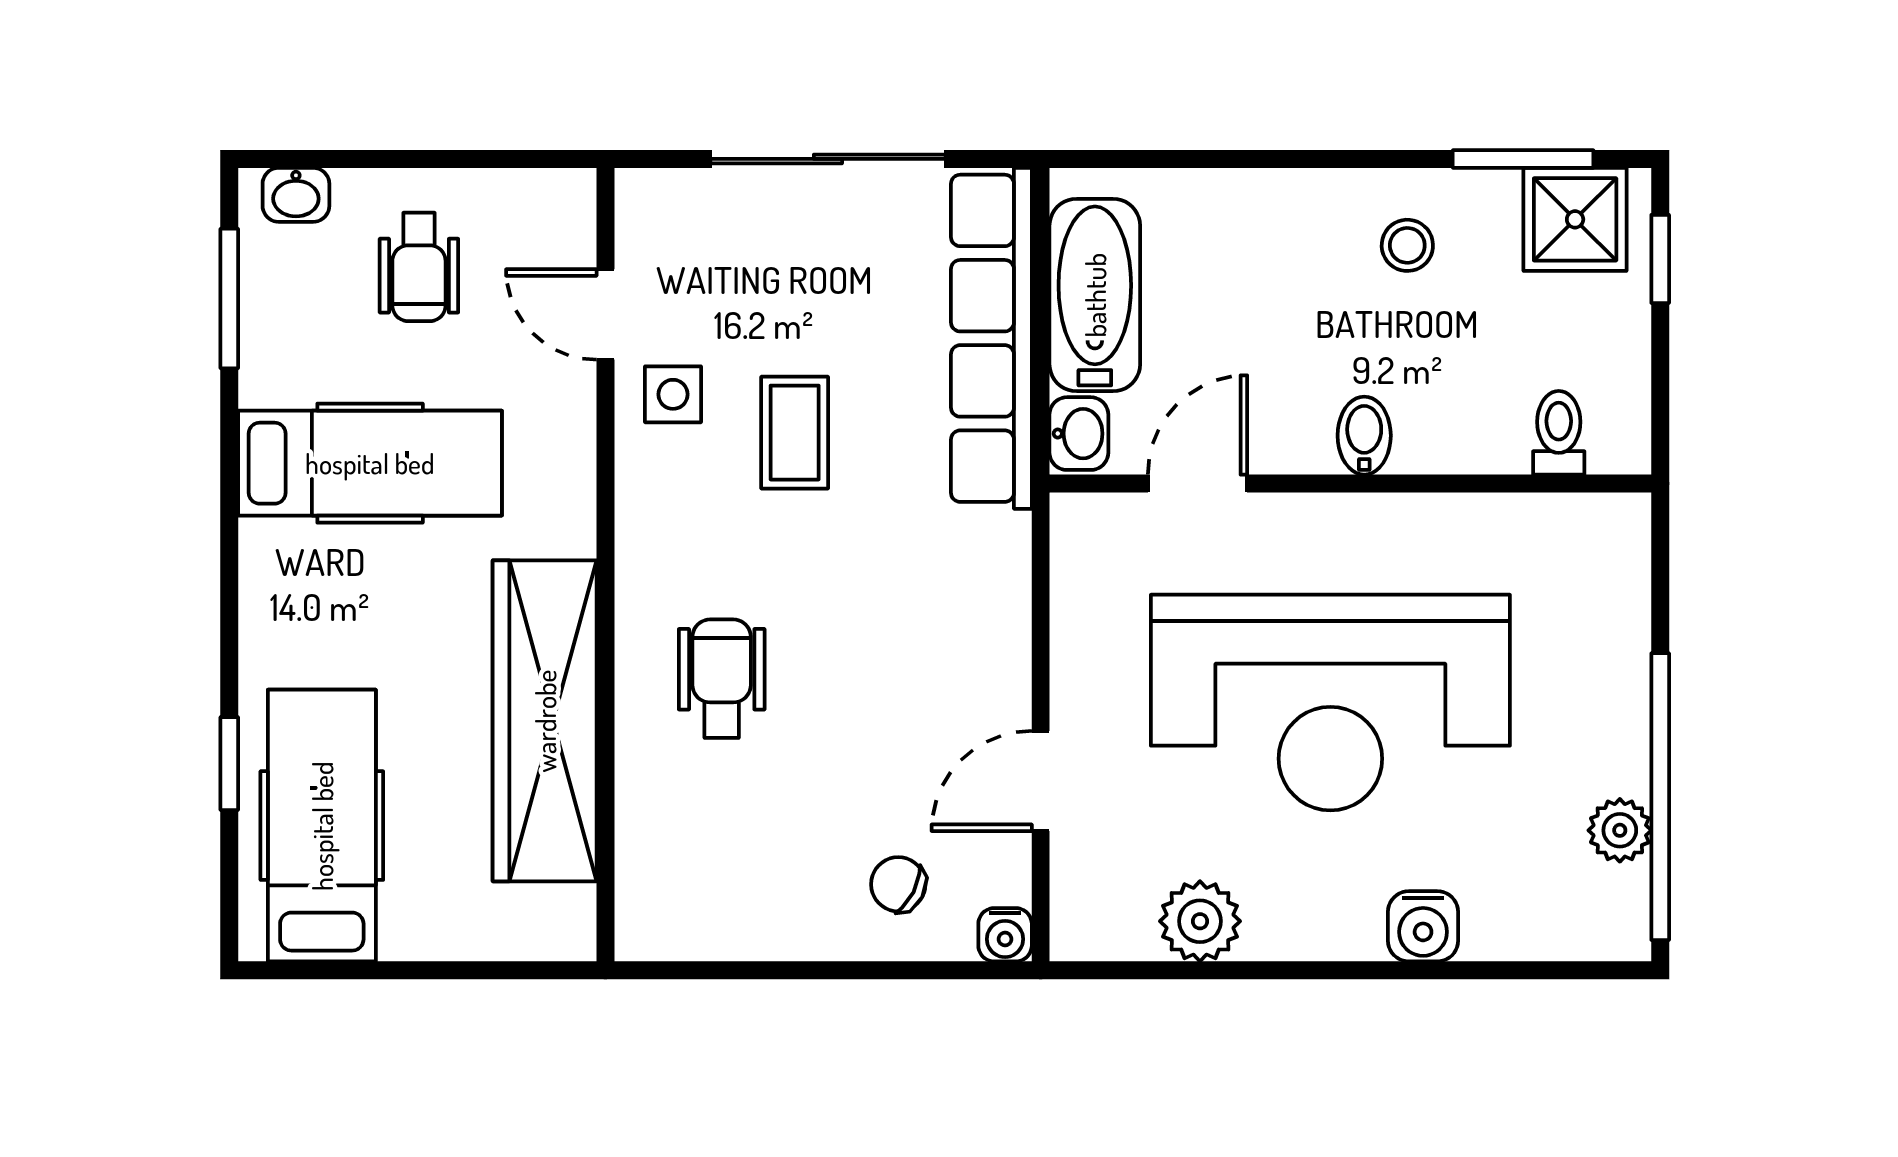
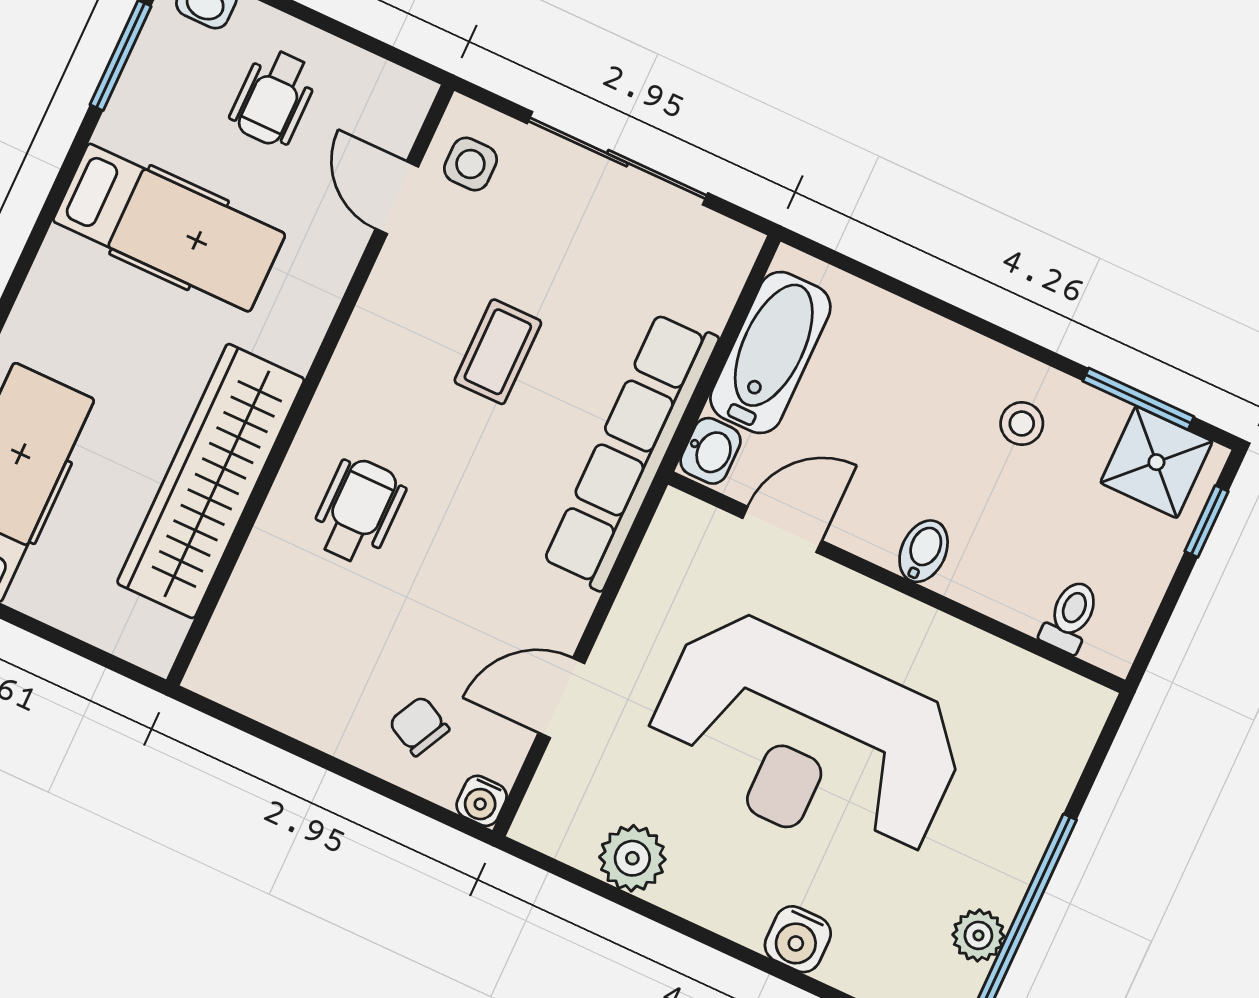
row of seats: (991, 338) -> (631, 451), moved
side table: (673, 394) -> (470, 164), moved

